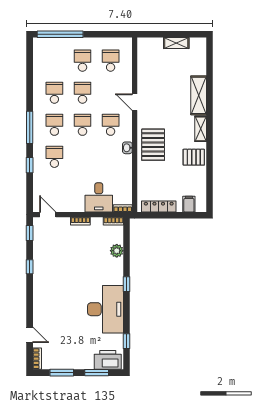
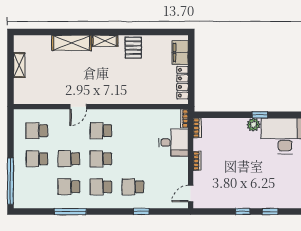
window: (30, 127) -> (70, 212), moved
pallet: (153, 145) -> (121, 88), removed
washbasin: (127, 148) -> (124, 114), removed
filing cabinet: (189, 204) -> (180, 53), width x2.00
window: (30, 233) -> (270, 212), moved
plant: (117, 251) -> (253, 125), moved

